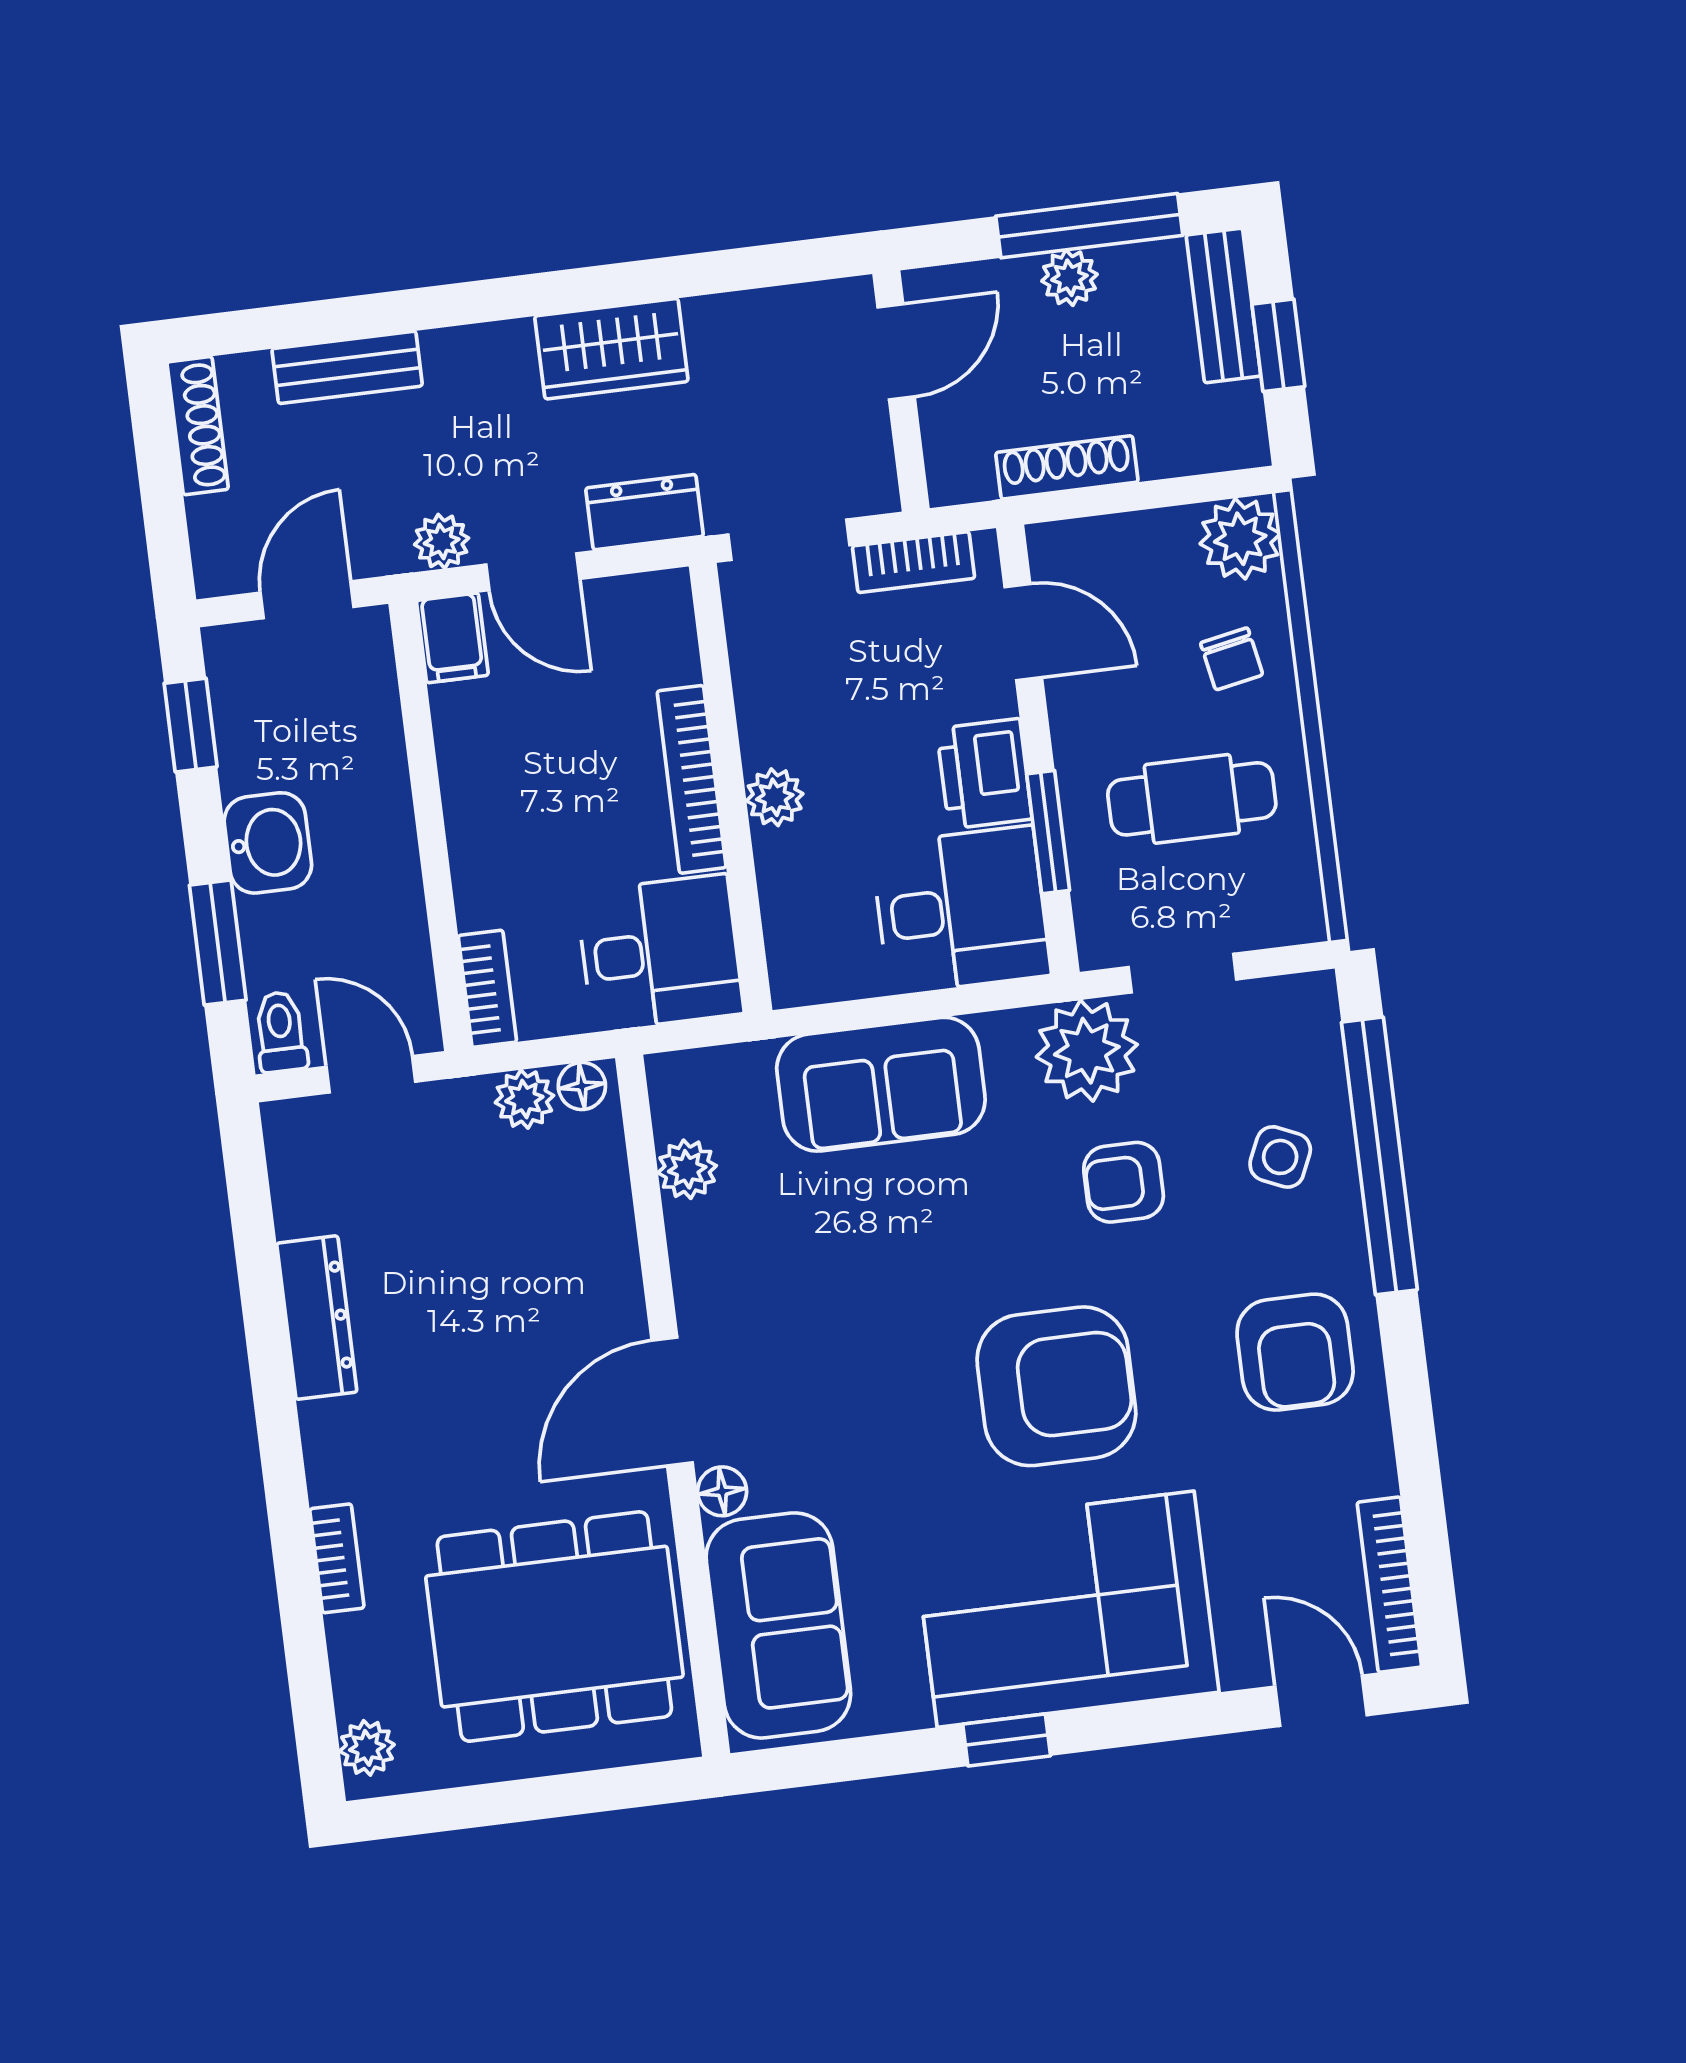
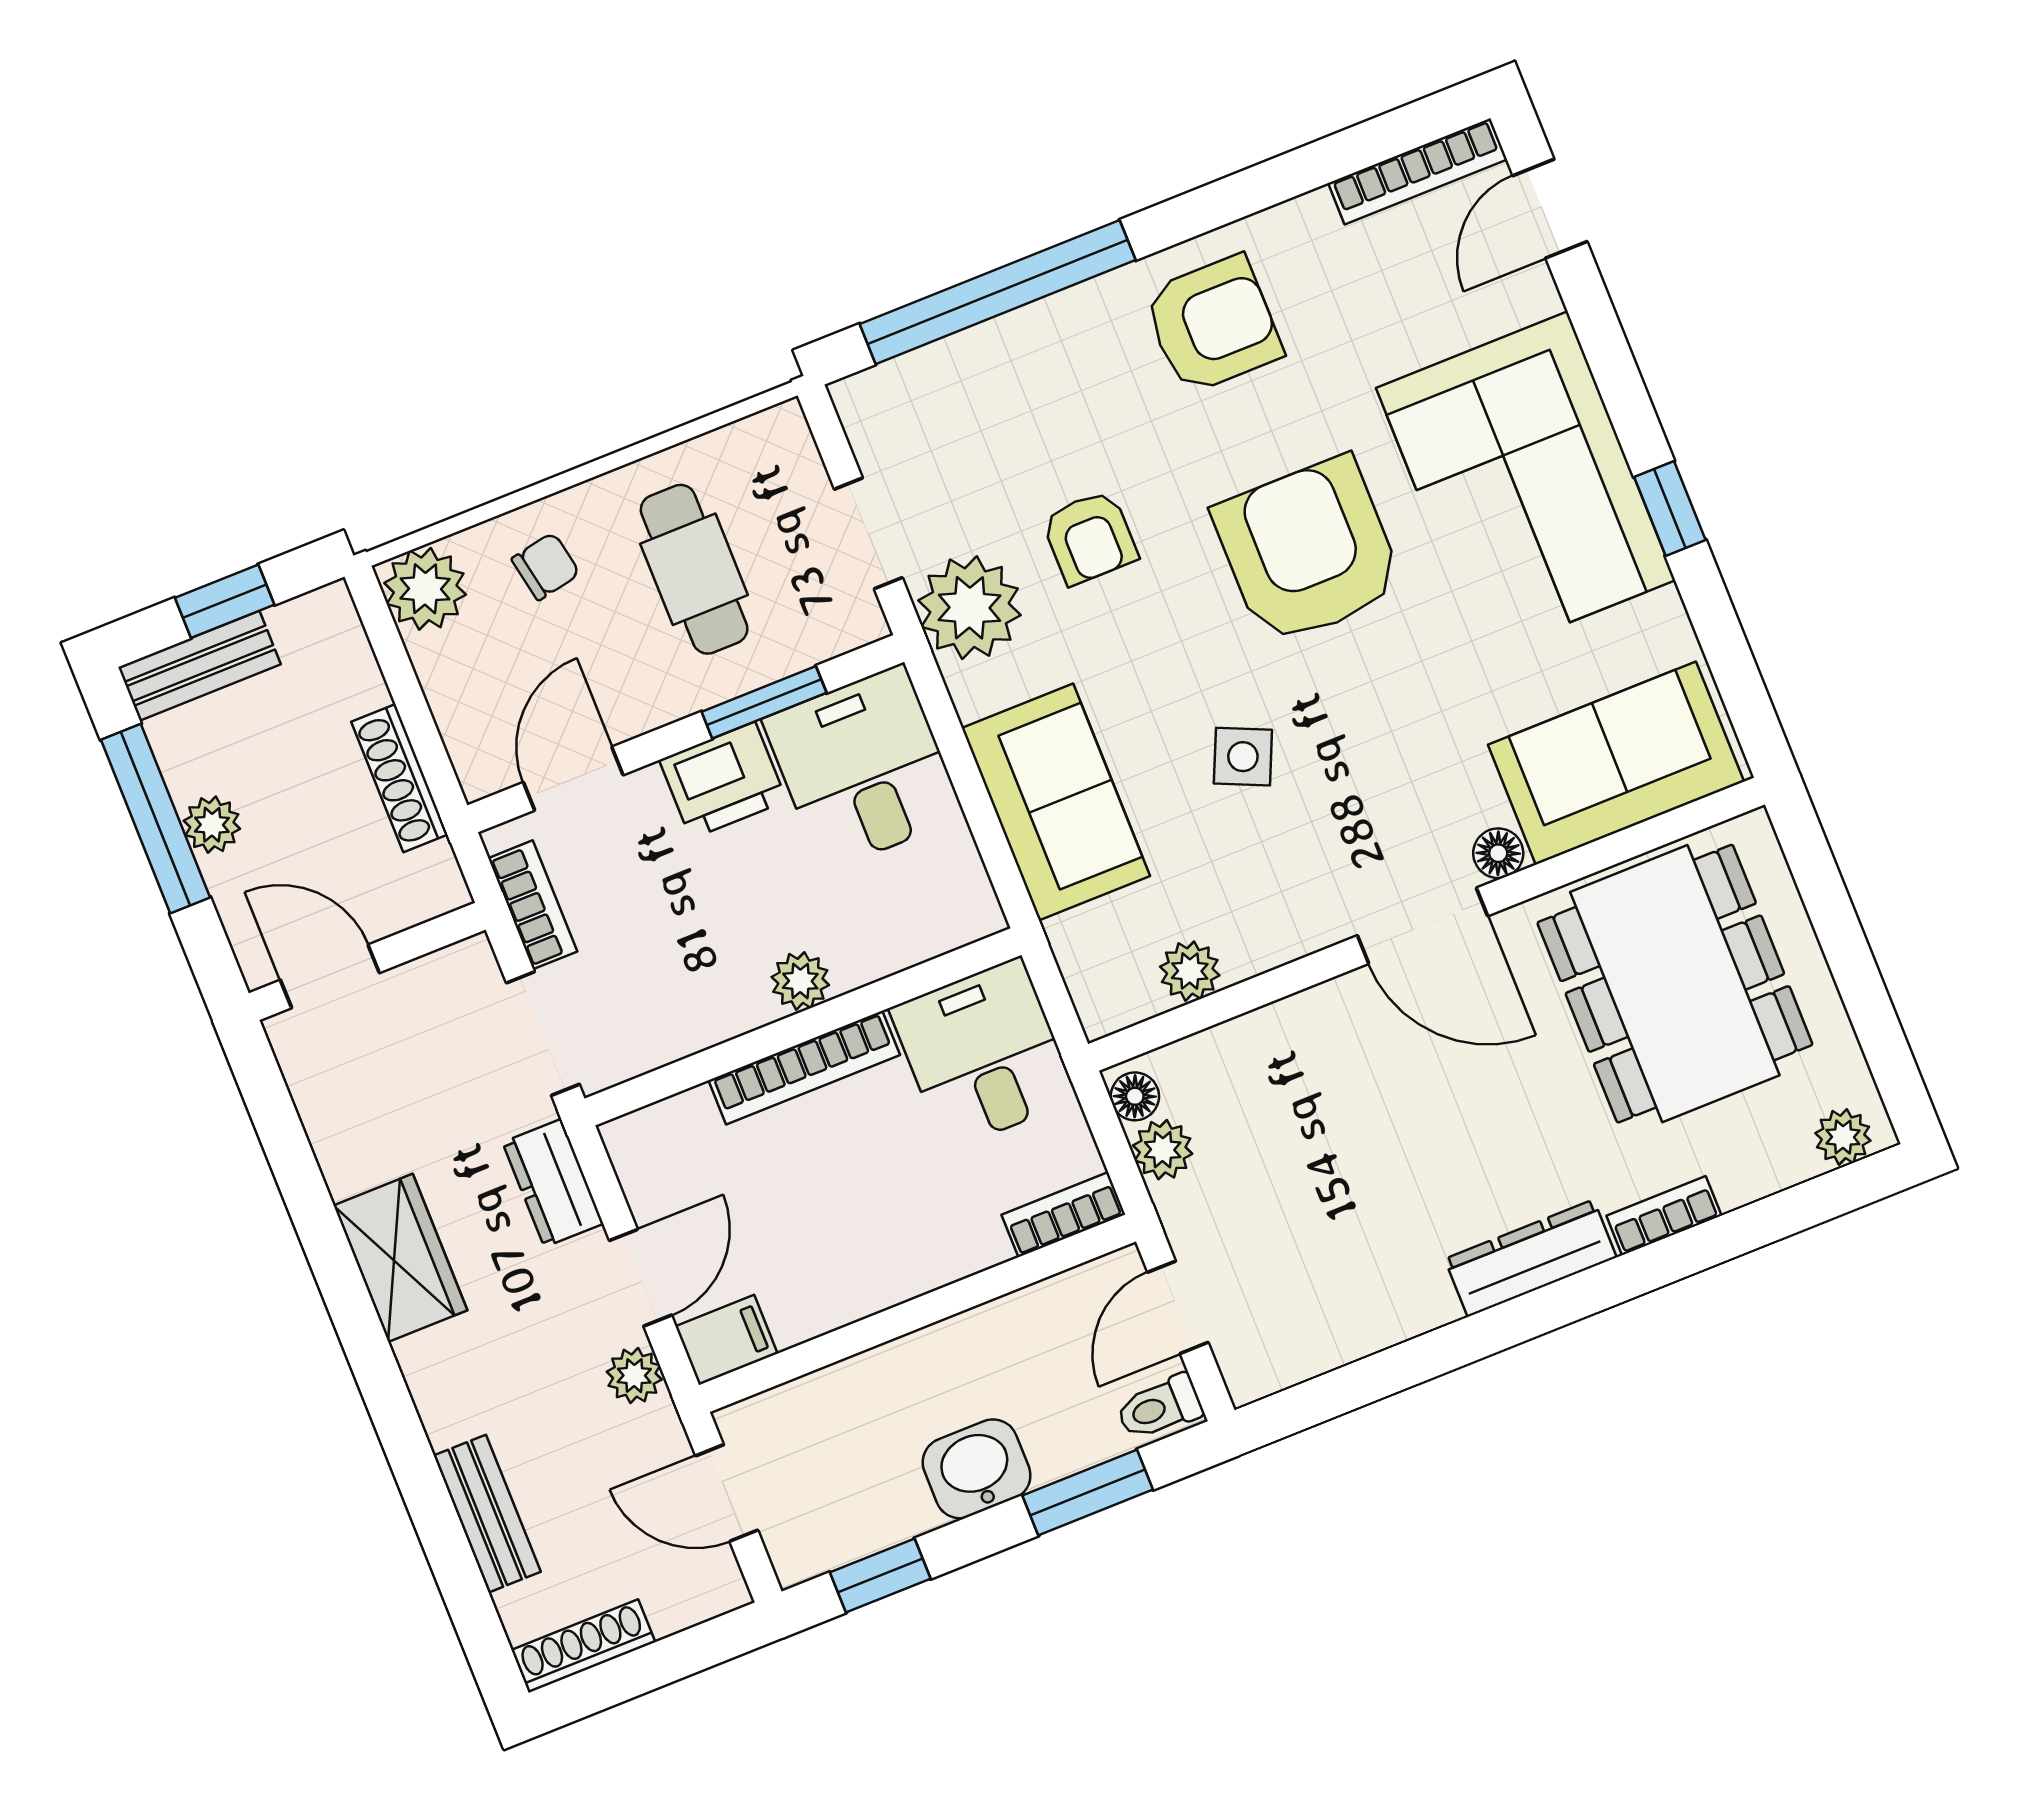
side table: (1280, 1157) -> (1243, 757), moved
dresser: (317, 1318) -> (1531, 1258), moved

